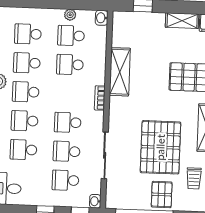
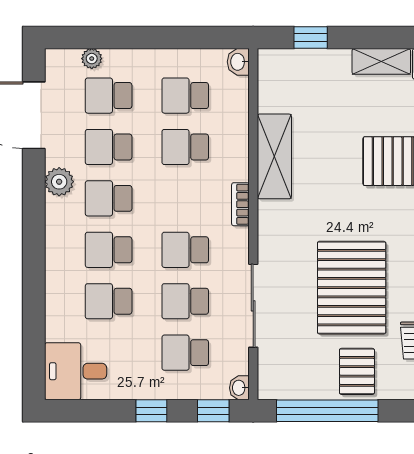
plant: (70, 15) -> (92, 59), moved

